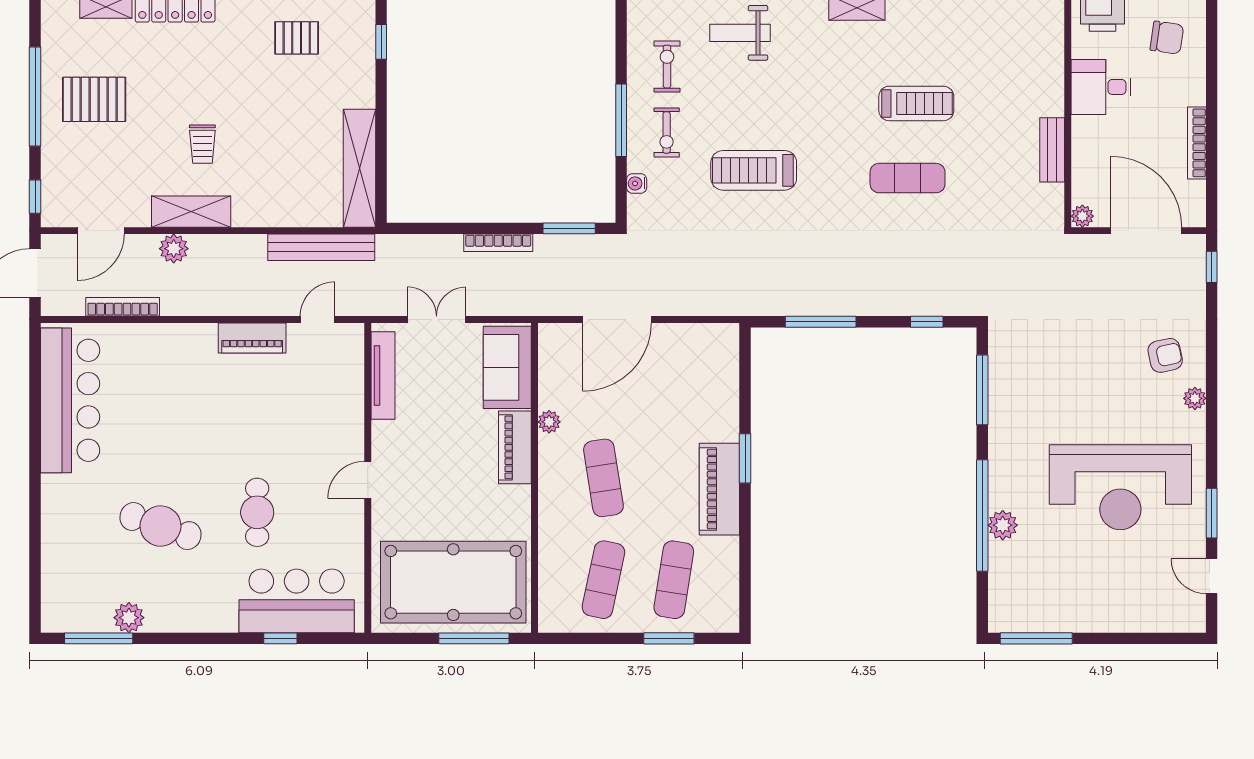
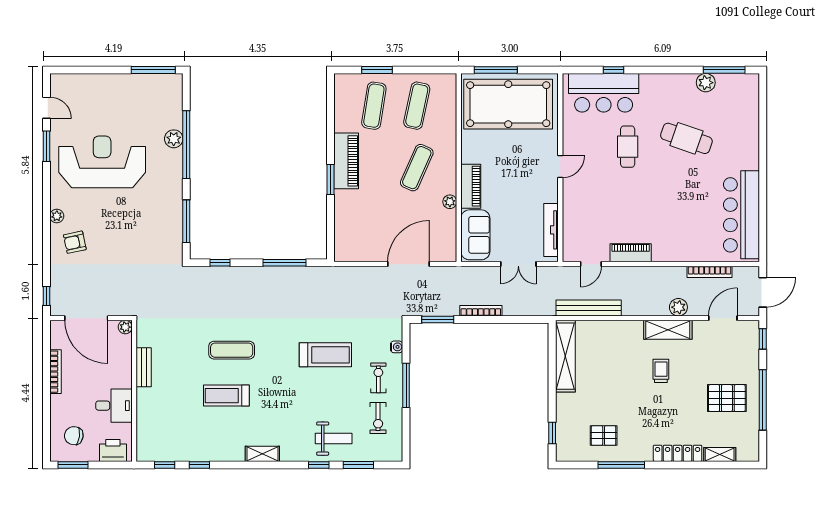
exercise mat: (603, 478) -> (417, 168), turned 33

